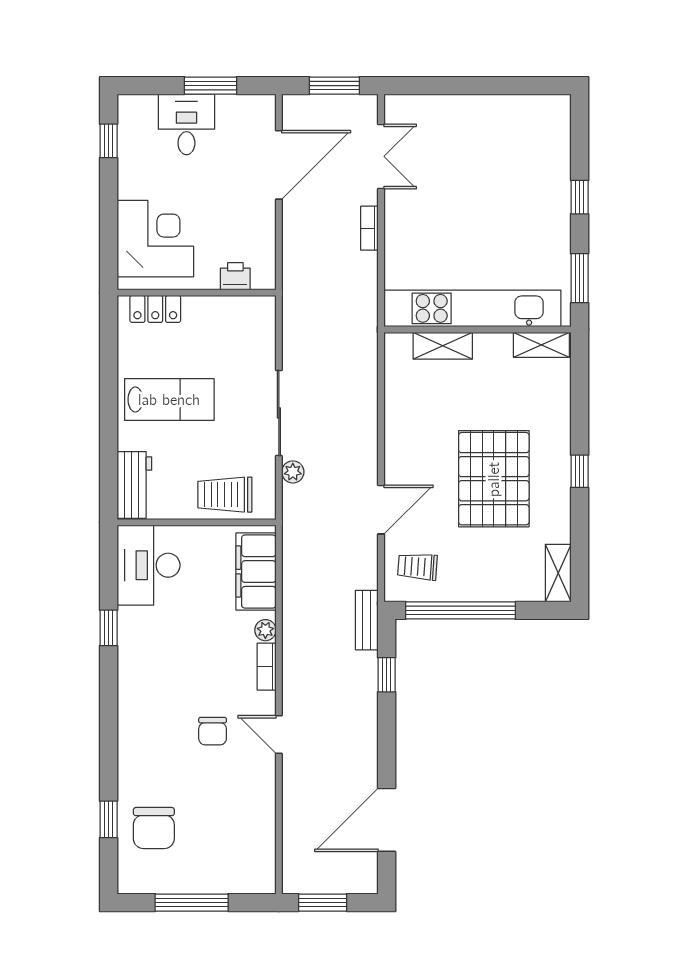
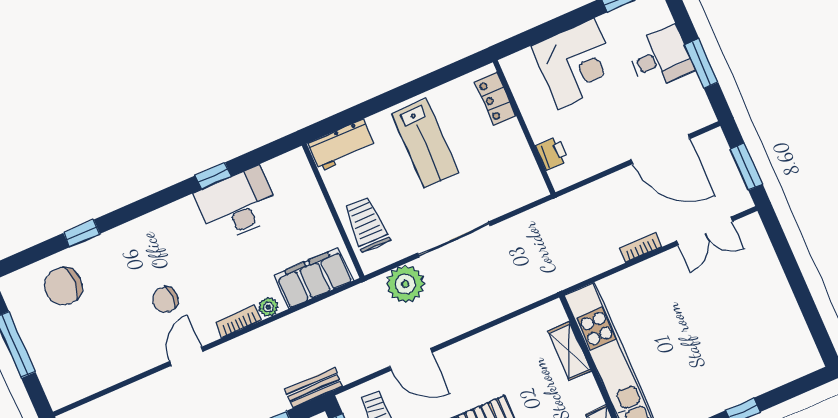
corner desk: (155, 239) -> (576, 64), moved
plant: (293, 472) -> (405, 284), width x1.88, depth x1.88
desk: (149, 565) -> (238, 205), moved
window: (109, 819) -> (82, 233), moved

